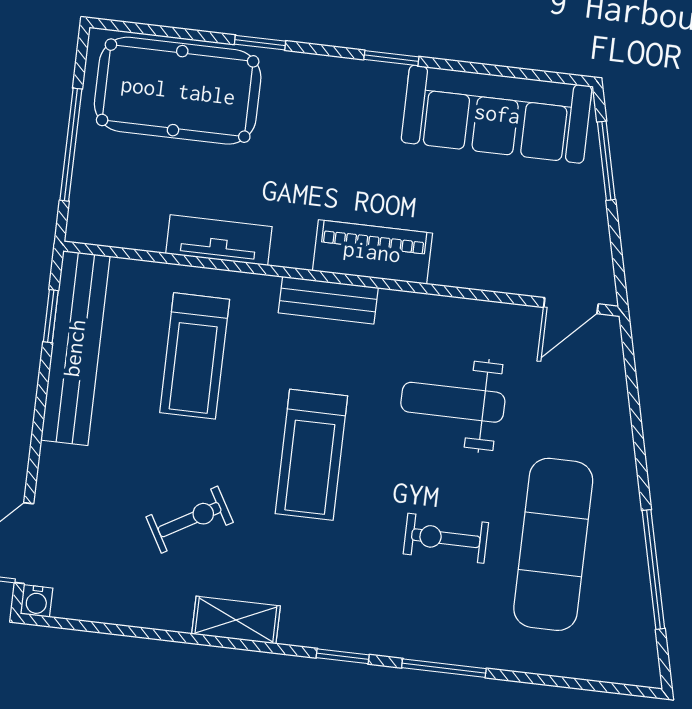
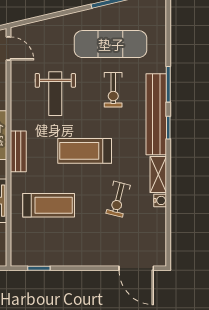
bench: (75, 348) -> (156, 114), moved, turned 90
treadmill: (311, 455) -> (85, 151), turned 180
exercise bike: (190, 520) -> (118, 199), turned -136
water cooler: (37, 601) -> (160, 200), moved

